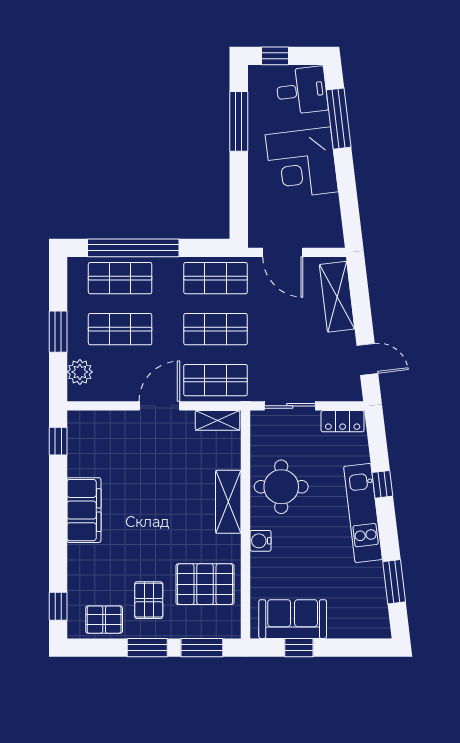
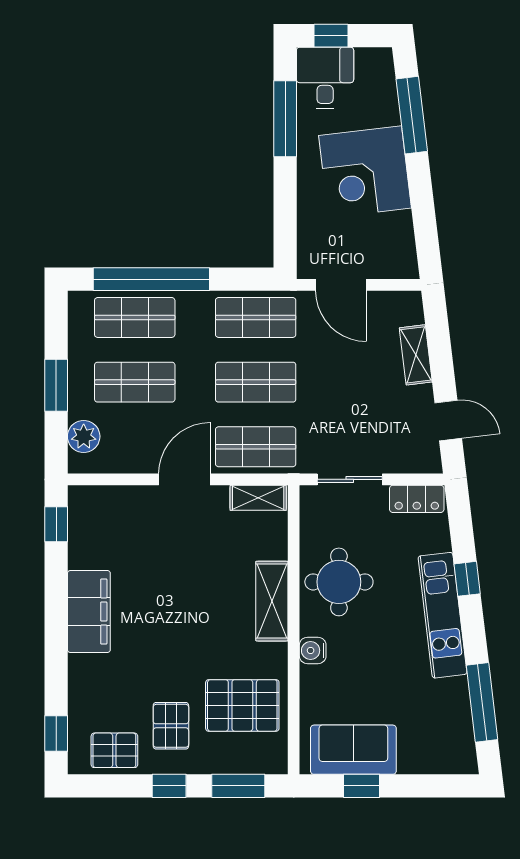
desk: (302, 91) -> (325, 78), moved, turned -83
shelving: (337, 297) -> (416, 355), width x0.67, depth x0.75
window: (394, 582) -> (482, 702), width x1.44
window: (147, 648) -> (169, 786), width x0.67

